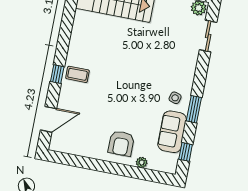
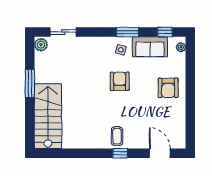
armchair: (139, 90) -> (120, 81), added
armchair: (121, 143) -> (168, 88), turned 90
plant: (142, 162) -> (181, 47), moved

